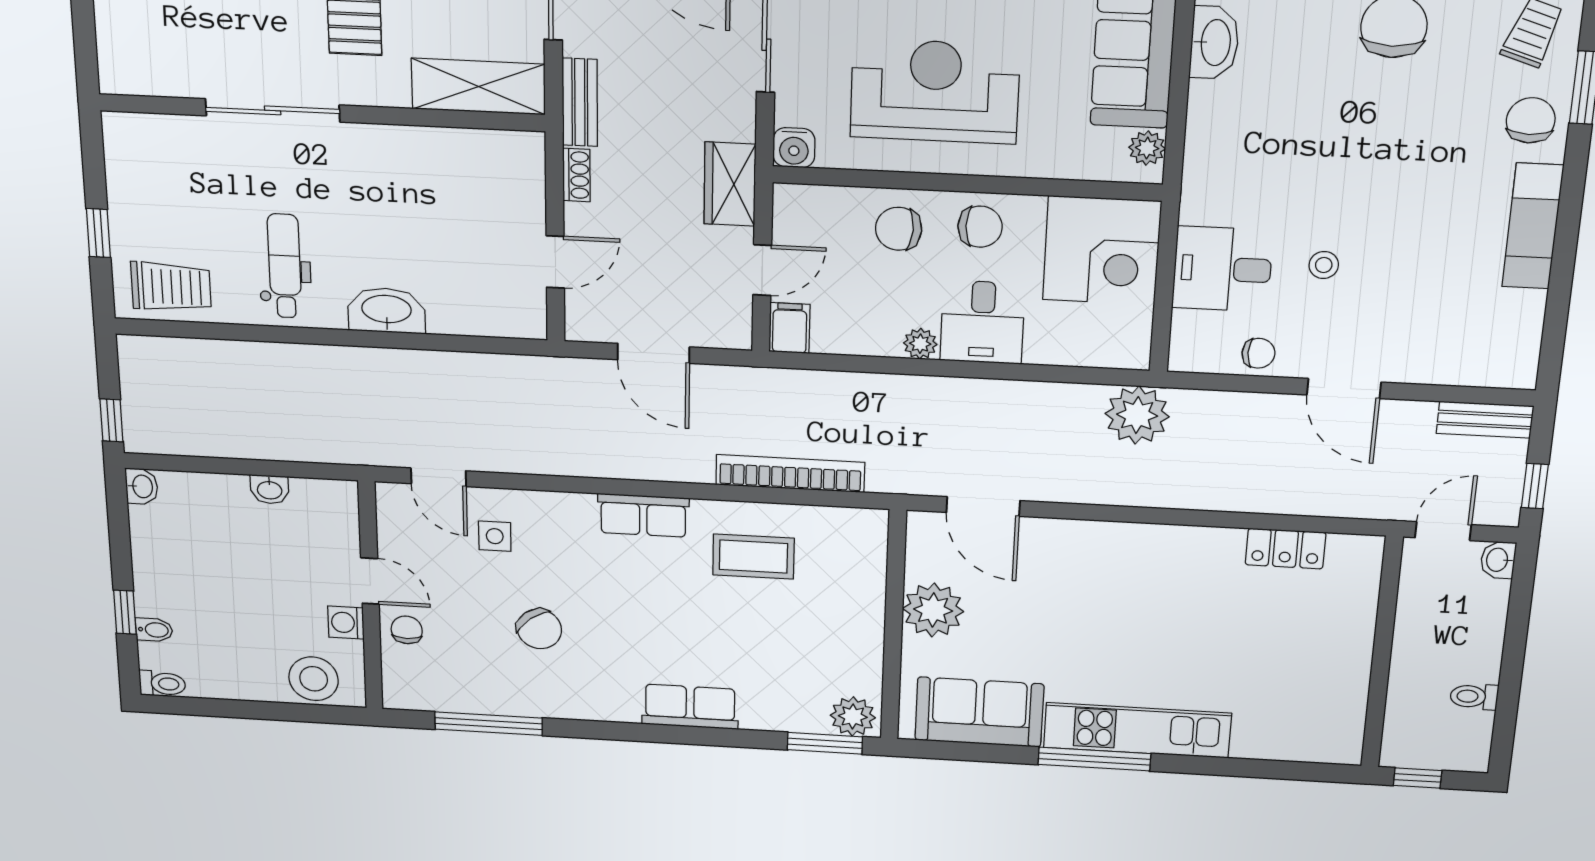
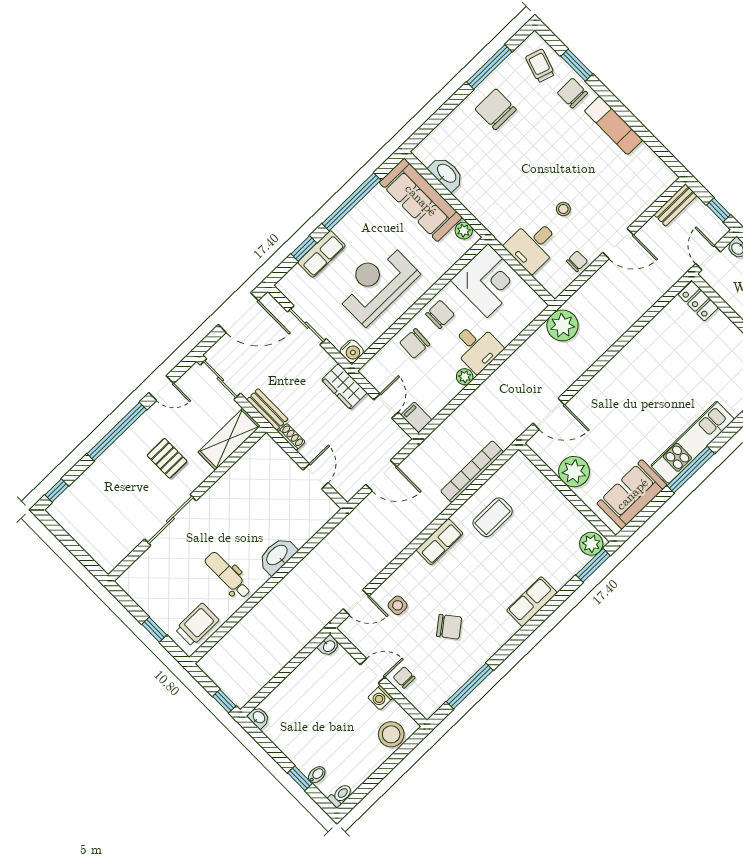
washbasin: (270, 489) -> (329, 646), moved
locker: (1285, 549) -> (698, 301), moved, turned 90

